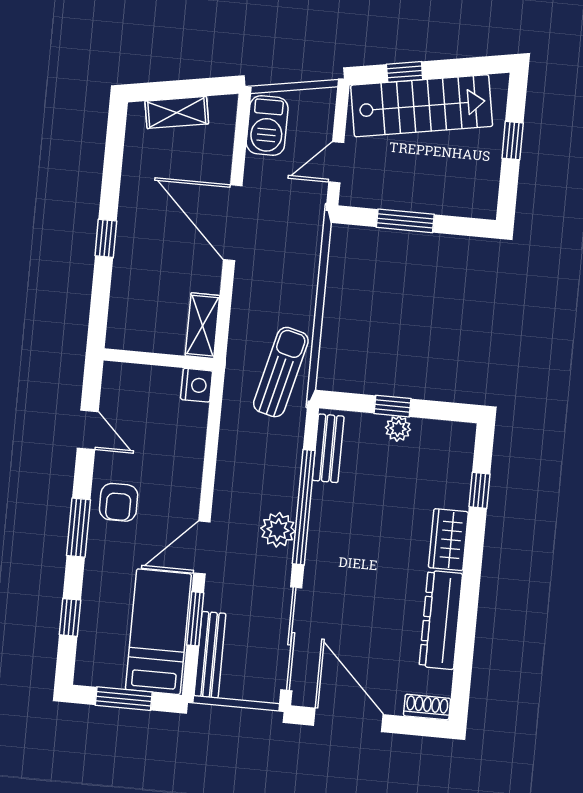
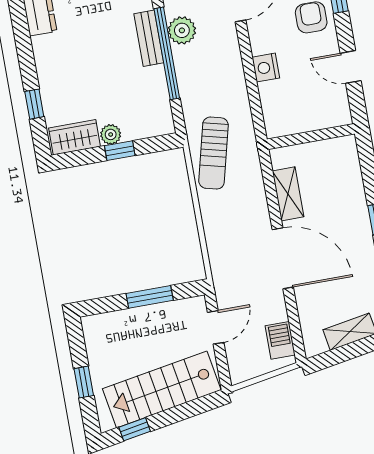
window: (405, 72) -> (135, 429), moved
barbecue: (267, 126) -> (280, 340), width x0.73, depth x0.79
shelving: (202, 326) -> (288, 194), moved
nightstand: (197, 385) -> (266, 68), moved
bench: (328, 448) -> (149, 38), moved
wardrobe: (448, 540) -> (74, 137), moved, turned -90

